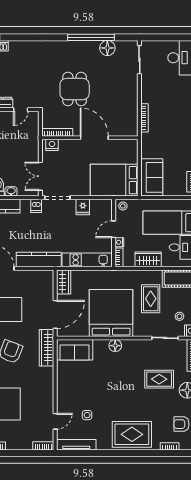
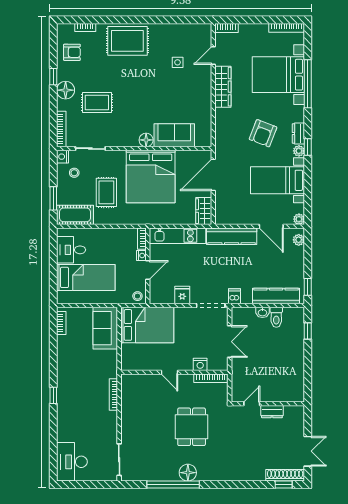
floor lamp: (107, 48) -> (188, 473), moved
door: (94, 138) -> (170, 372), width x0.53
nightstand: (52, 145) -> (200, 364), moved
double door: (40, 176) -> (230, 342), moved
wardrobe: (148, 259) -> (109, 236), removed
wardrobe: (47, 348) -> (223, 87), moved
sofa: (75, 350) -> (174, 135), moved
tv unit: (76, 445) -> (190, 29), removed

